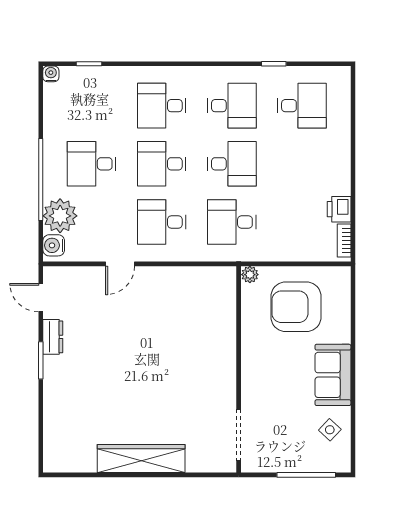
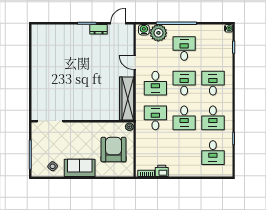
desk: (162, 222) -> (155, 83), turned 180
wardrobe: (141, 459) -> (127, 98), moved, turned 180

